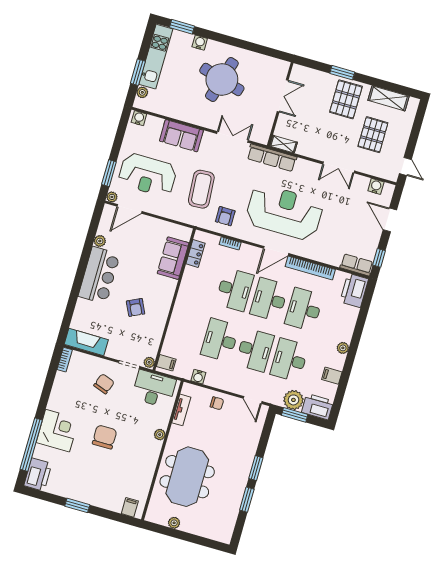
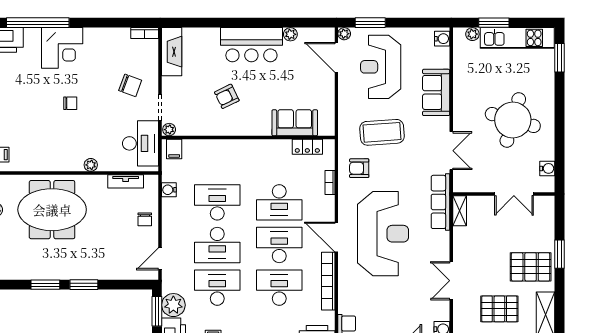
water cooler: (200, 43) -> (547, 168), moved
chair: (105, 437) -> (70, 103), width x0.54, depth x0.54

